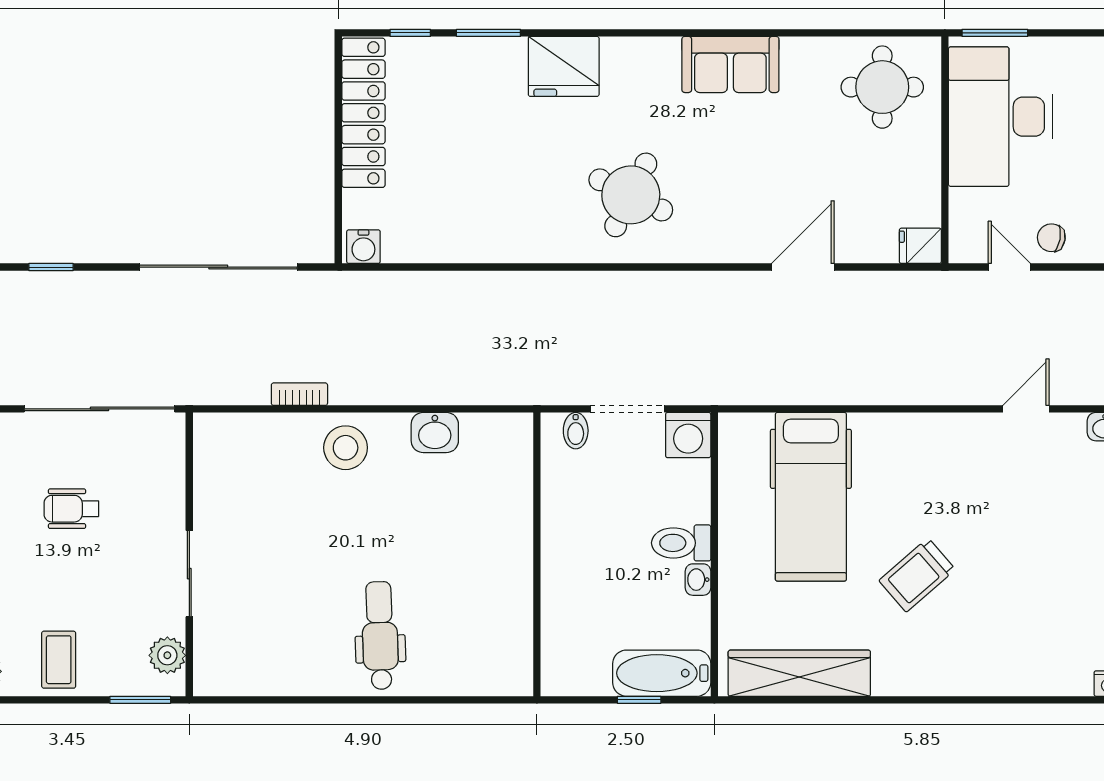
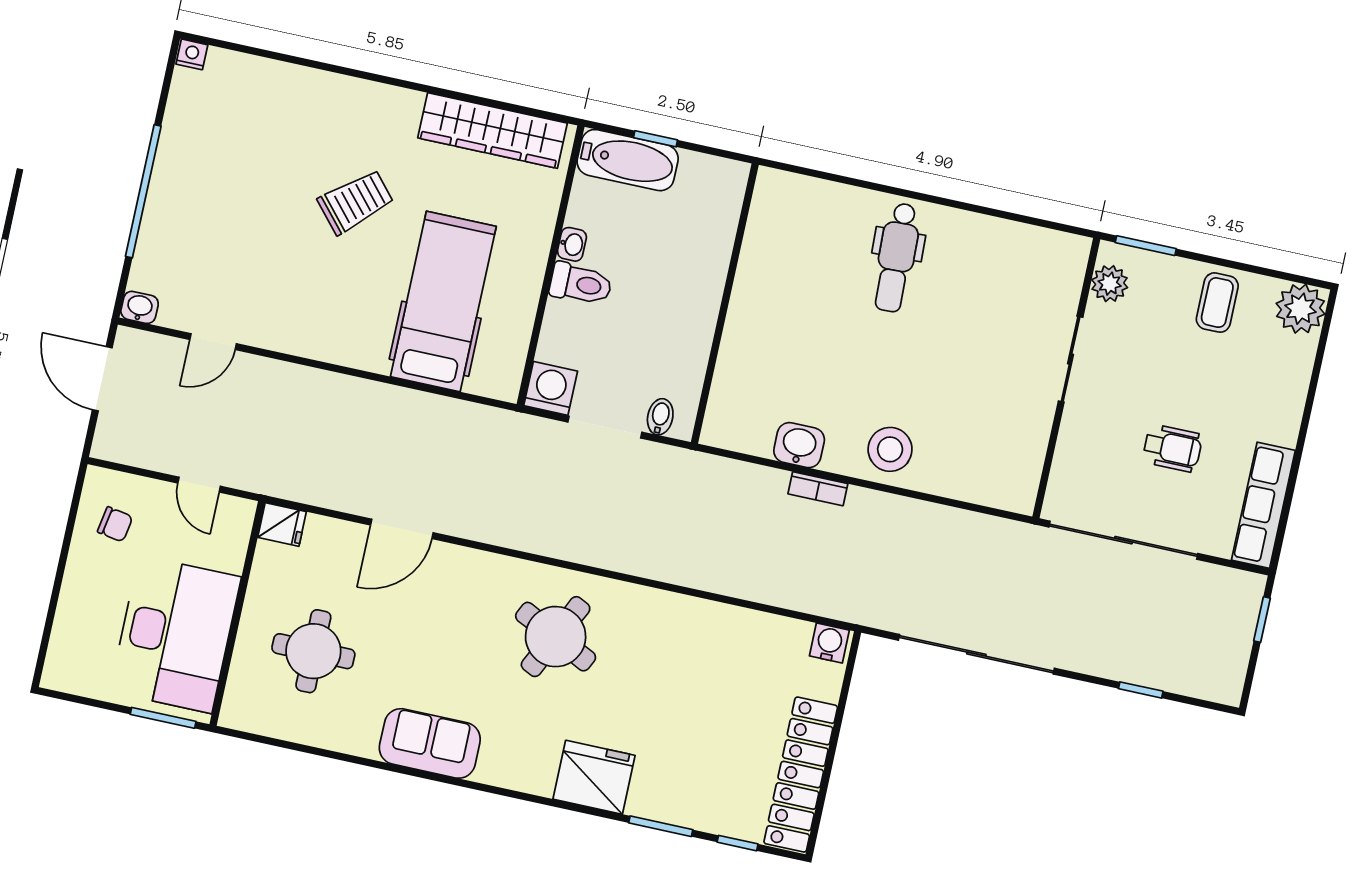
round table: (882, 87) -> (313, 651), moved
chair: (1051, 238) -> (115, 524), moved
bookcase: (299, 394) -> (818, 489), moved

